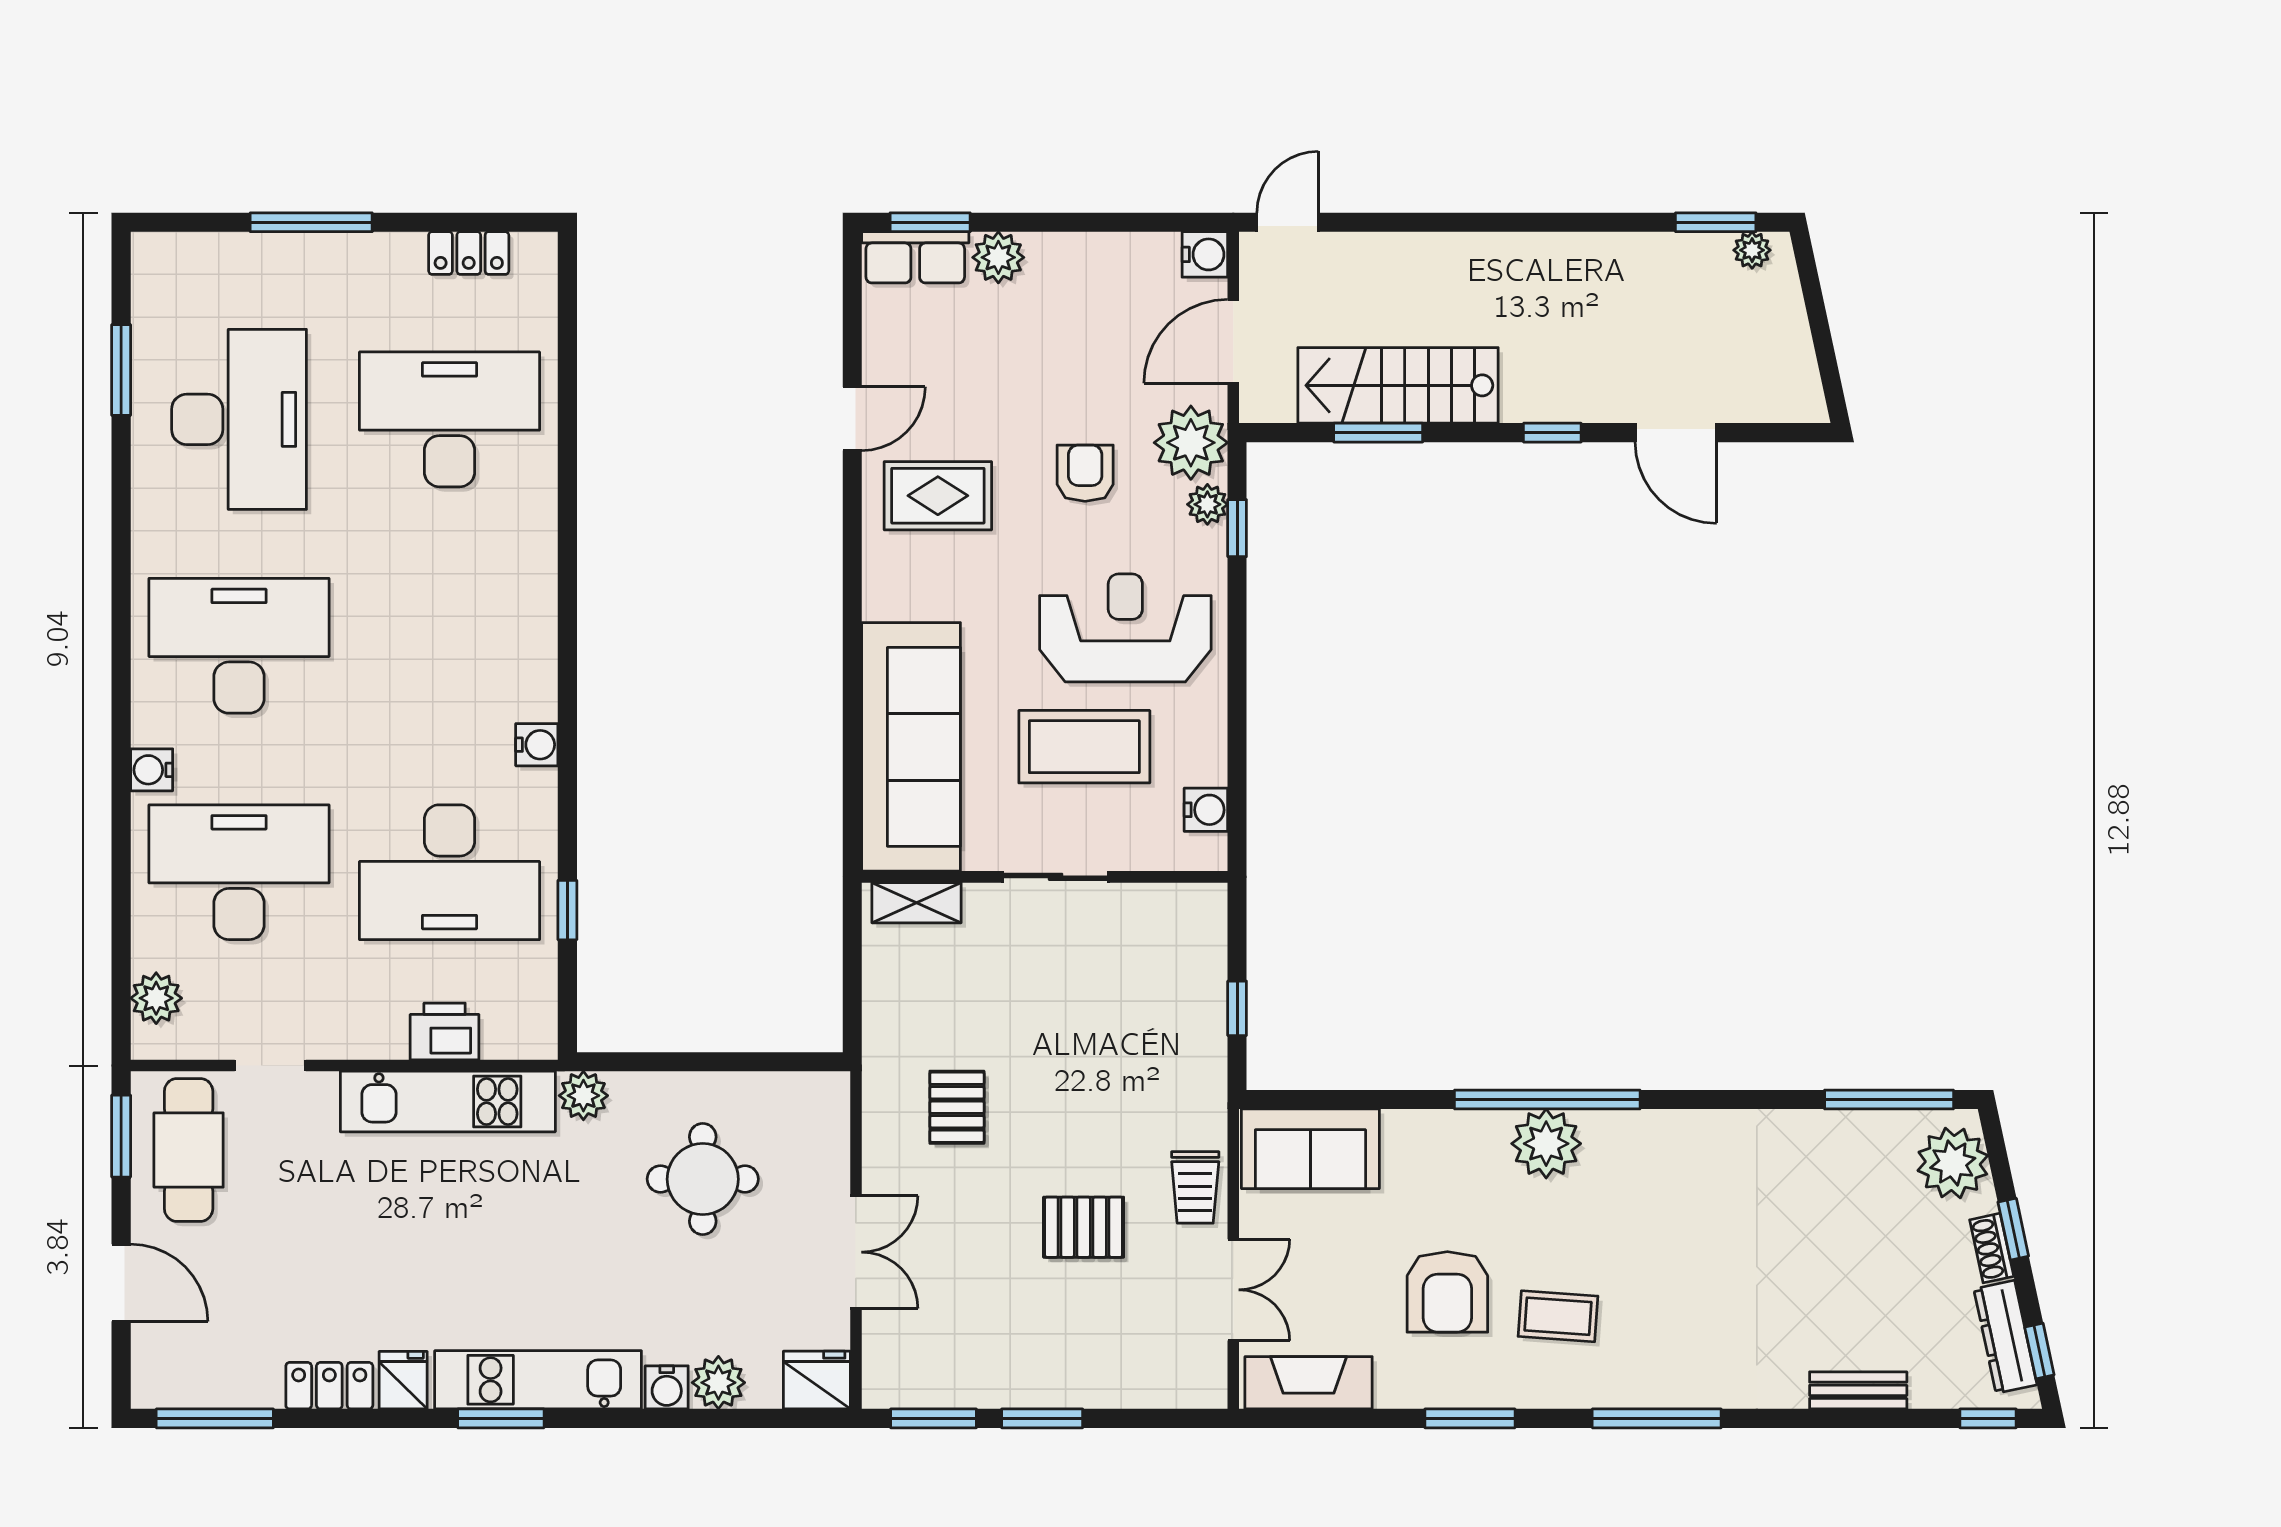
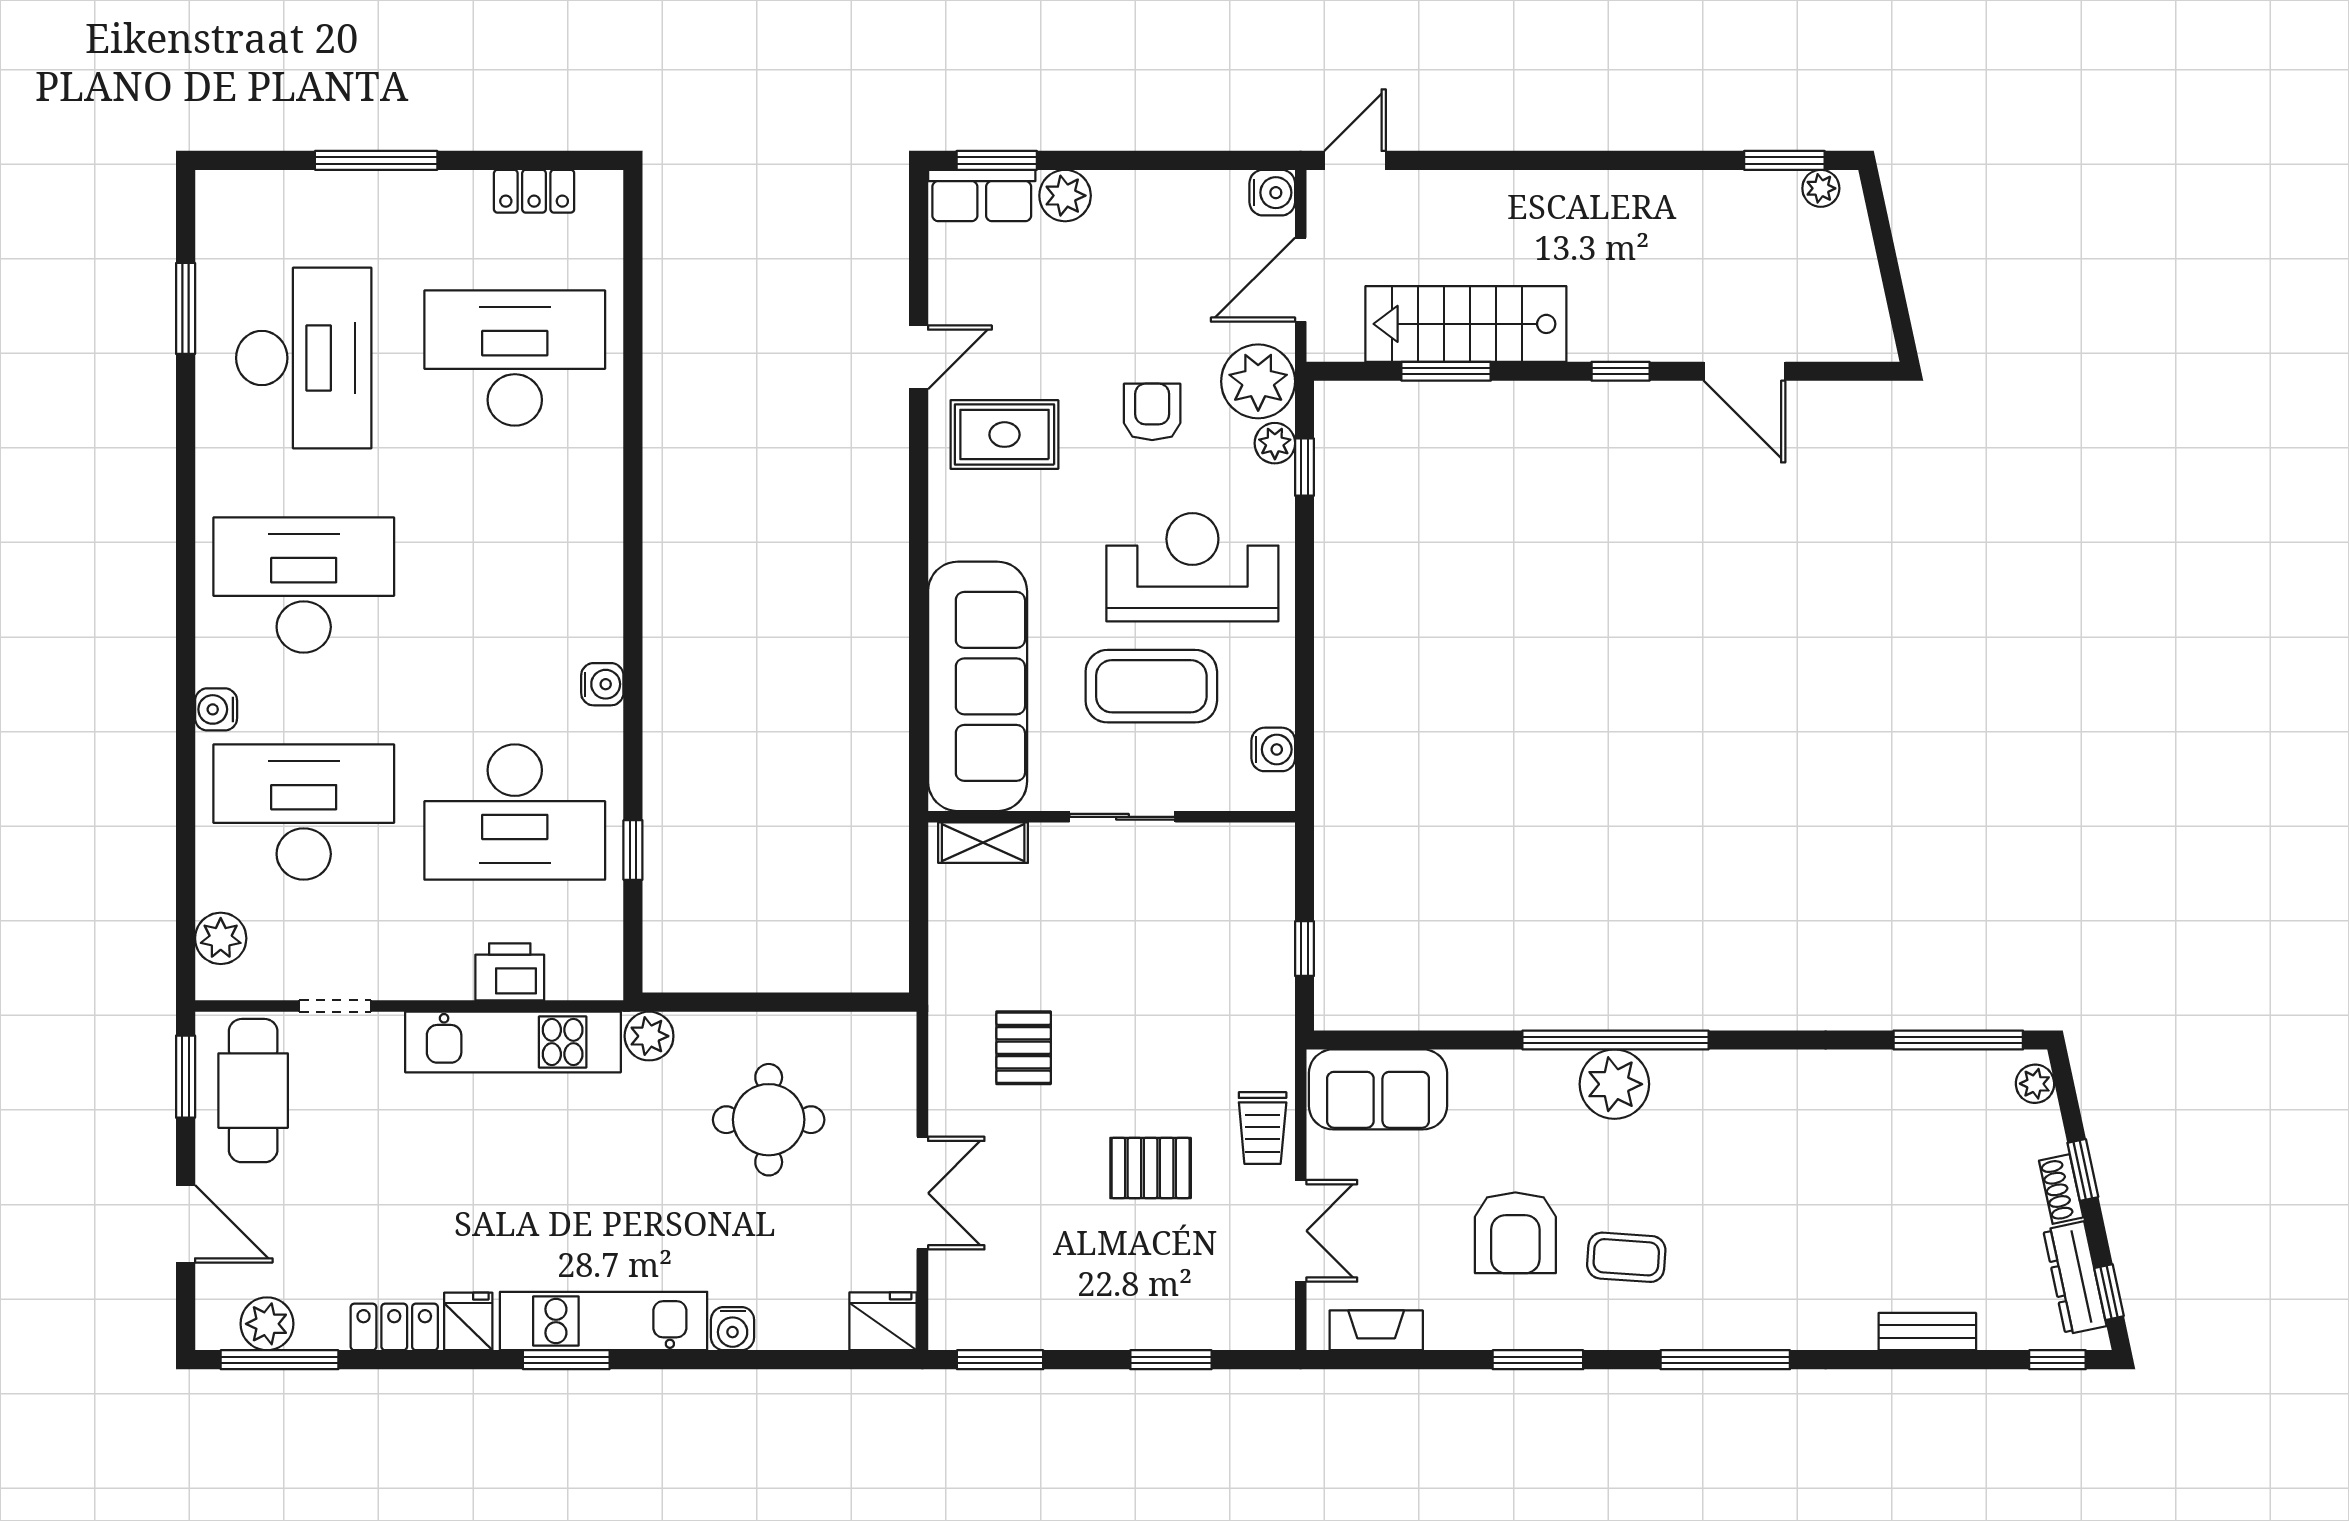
plant: (1953, 1163) -> (2035, 1084), width x0.53, depth x0.53
plant: (718, 1383) -> (267, 1324), moved
fireplace: (1309, 1383) -> (1376, 1330), width x0.73, depth x0.76
window: (1042, 1418) -> (1171, 1360), moved

